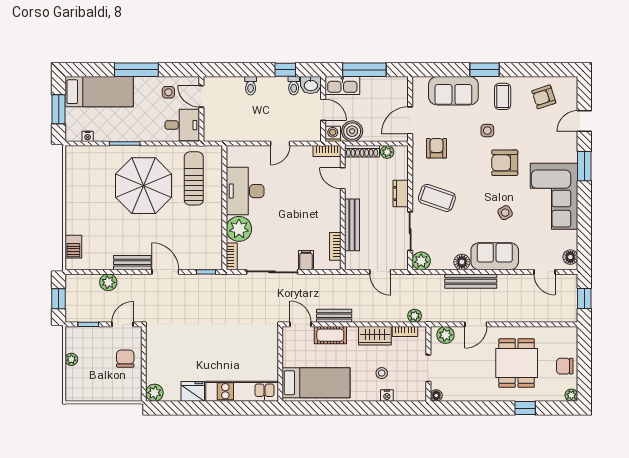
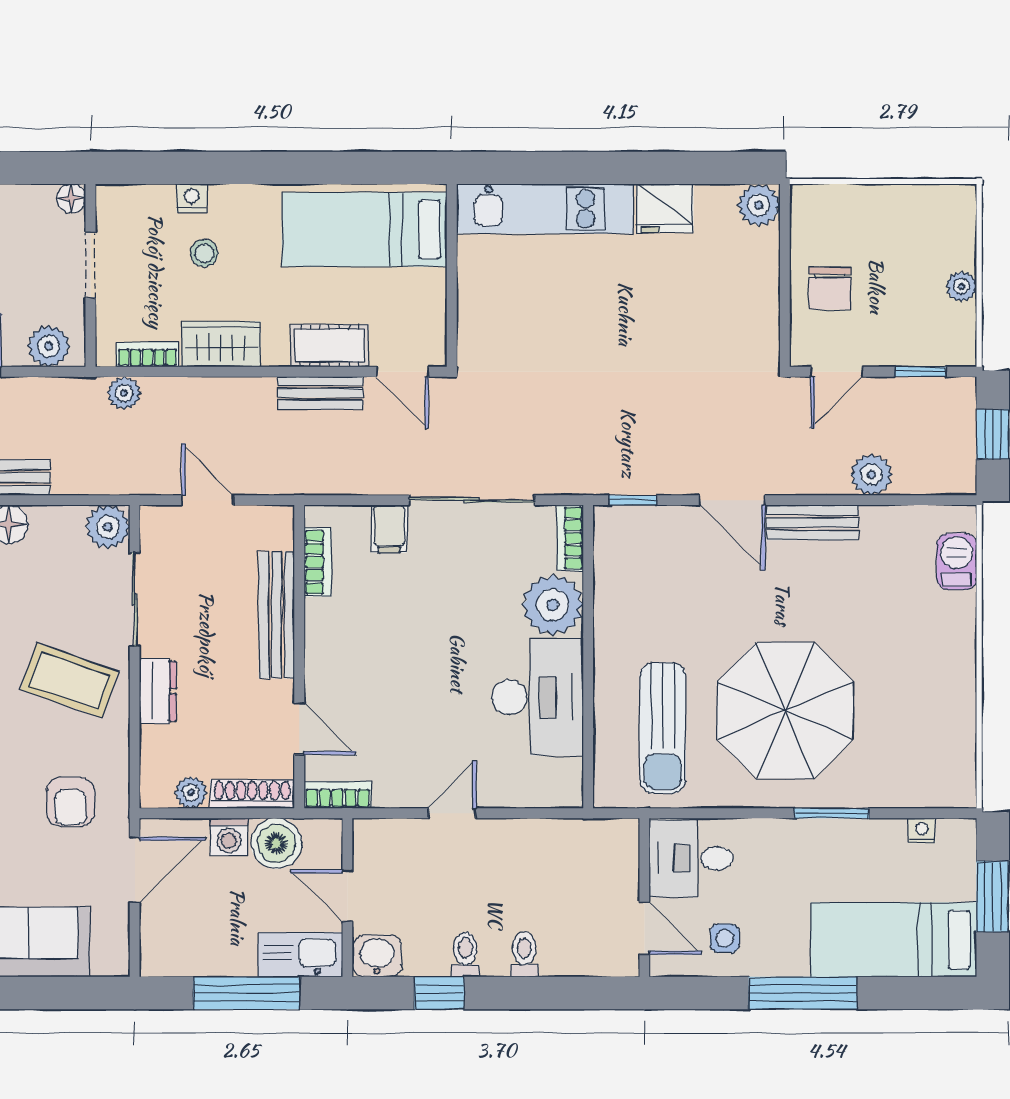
toilet: (294, 86) -> (465, 954), moved
washing machine: (333, 134) -> (229, 837), moved

